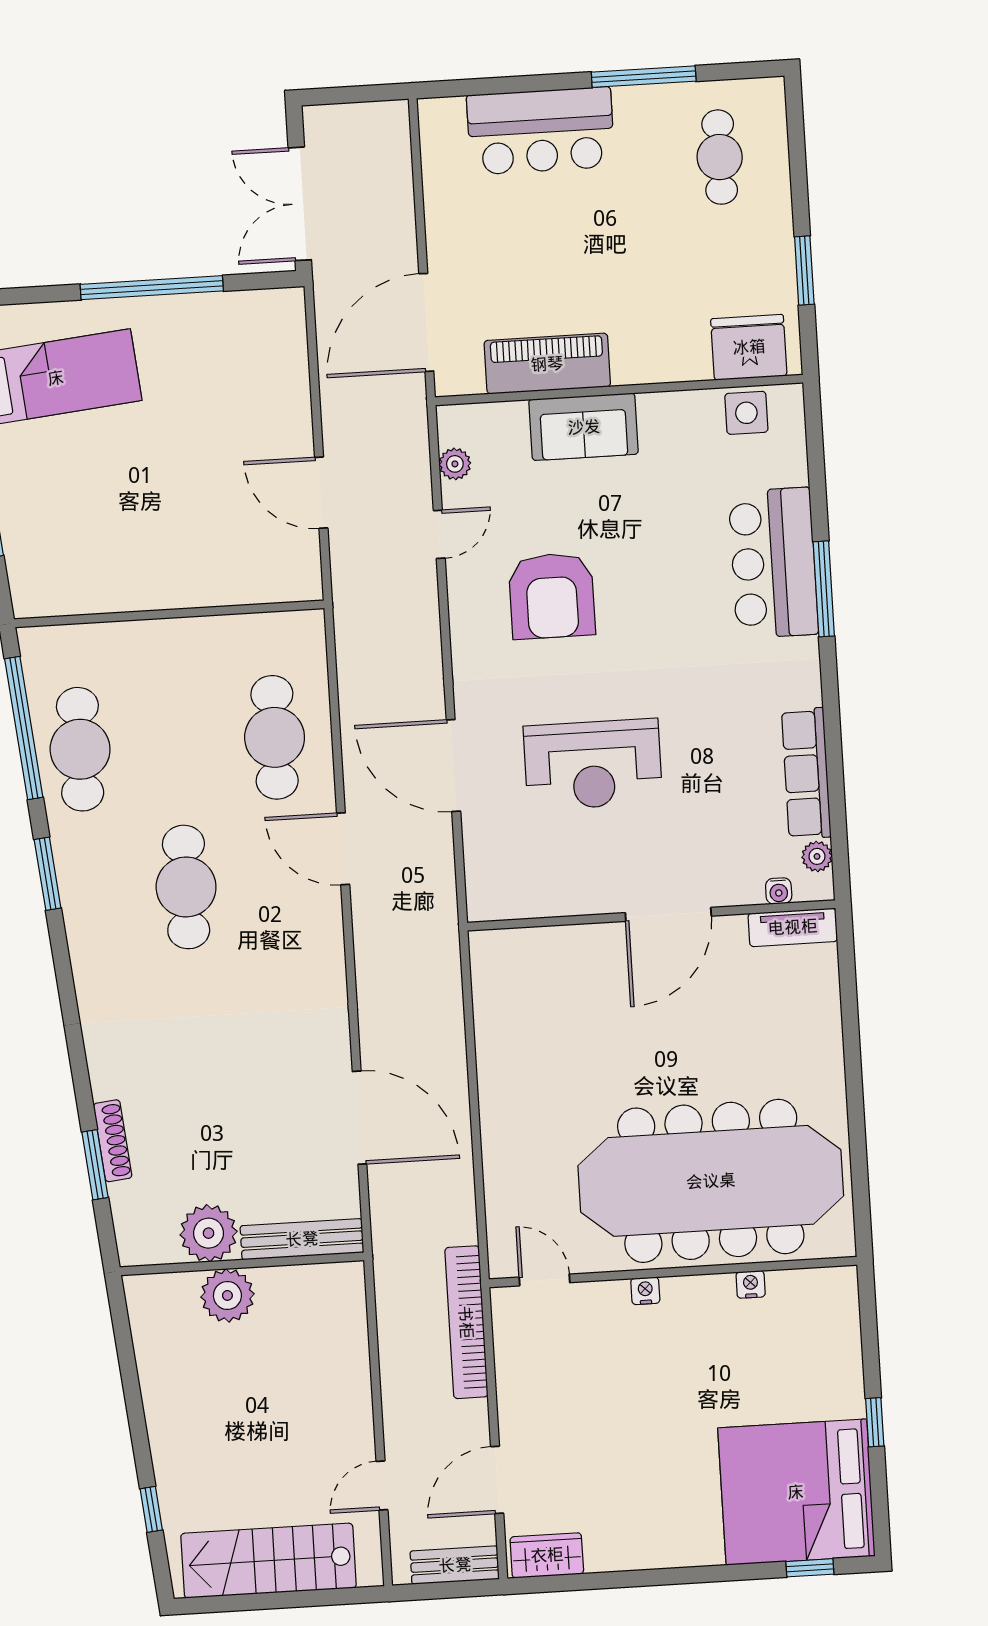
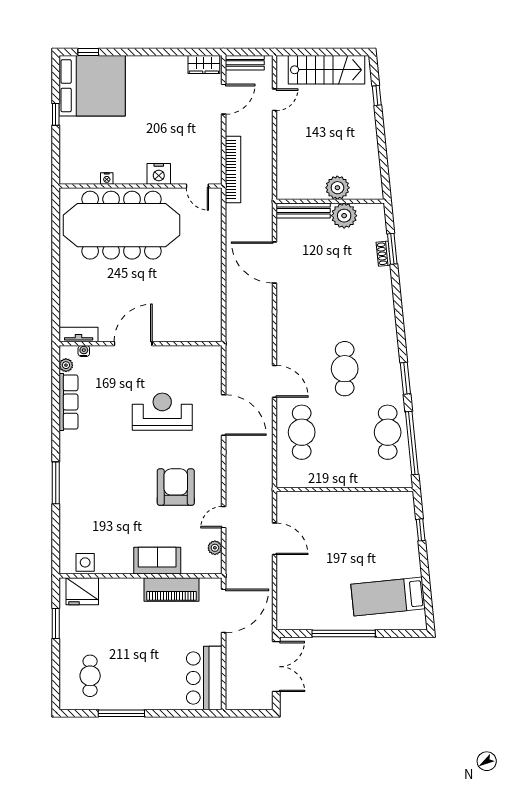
bar counter: (541, 131) -> (204, 678), moved, turned -90
bar counter: (773, 563) -> (77, 496), removed
shoe rack: (113, 1141) -> (383, 254), width x0.70
nightstand: (645, 1291) -> (159, 174), width x1.89, depth x1.79

